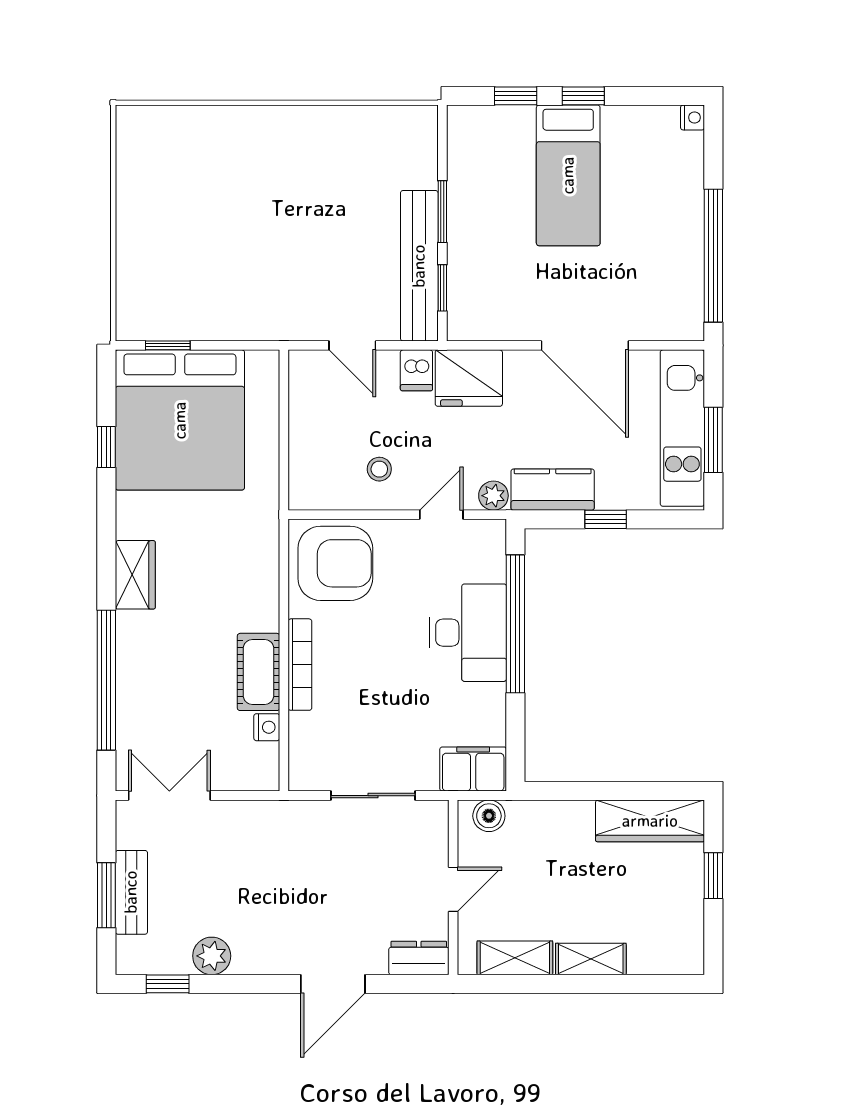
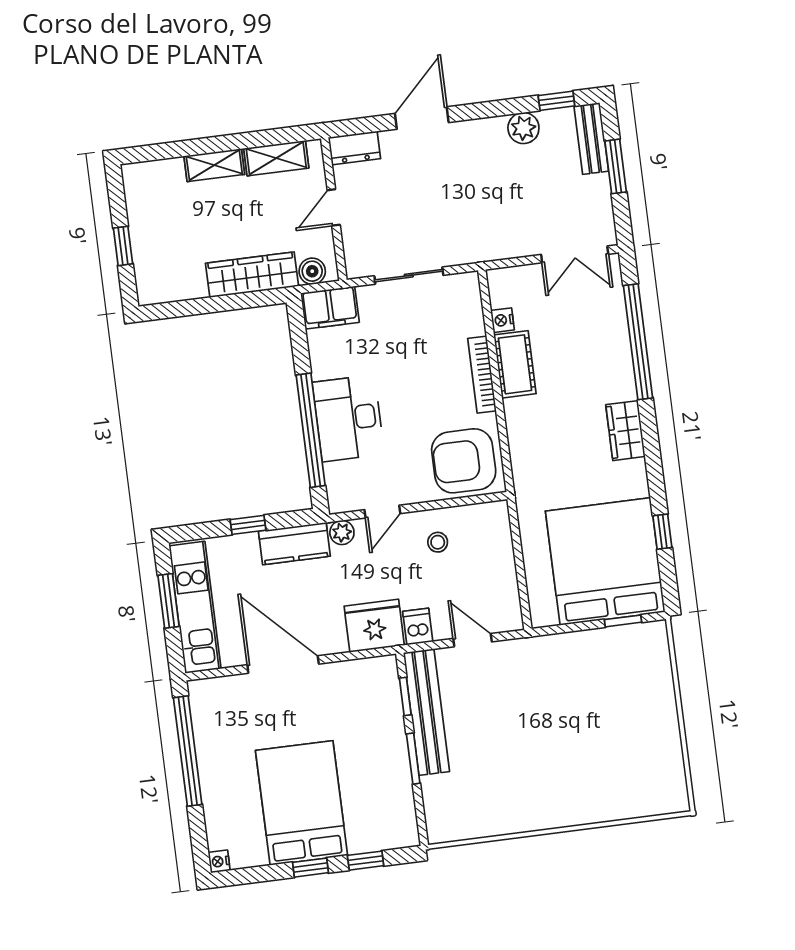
bed: (568, 175) -> (302, 803), width x1.50
wardrobe: (650, 821) -> (252, 275), moved
bench: (131, 892) -> (591, 139), moved

